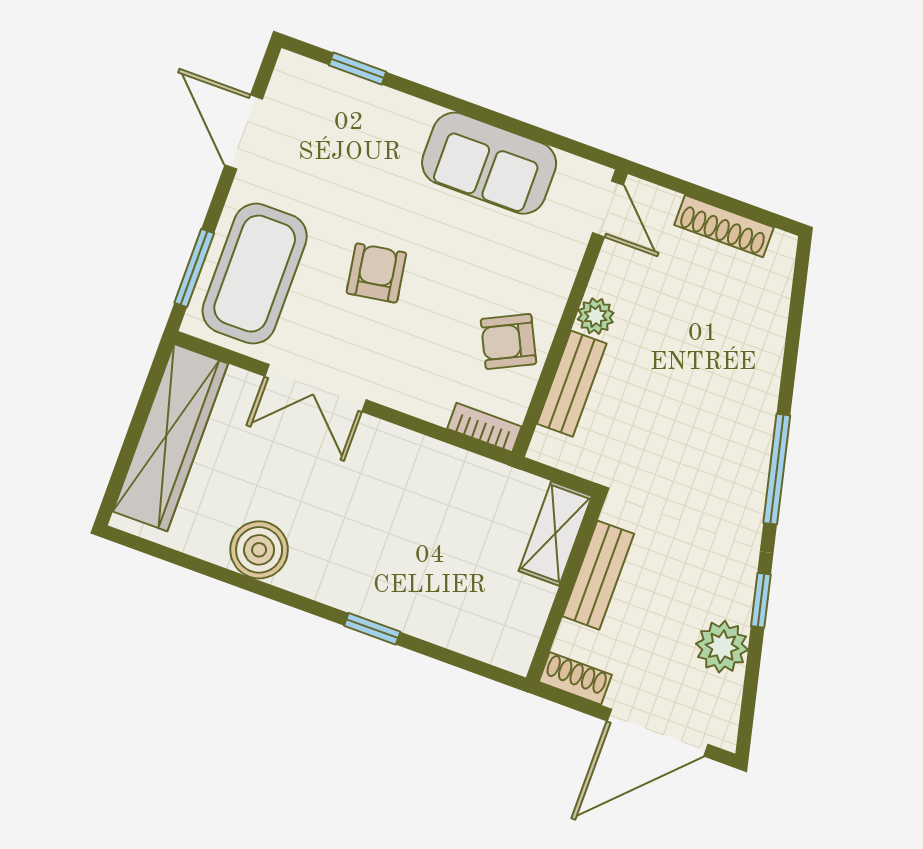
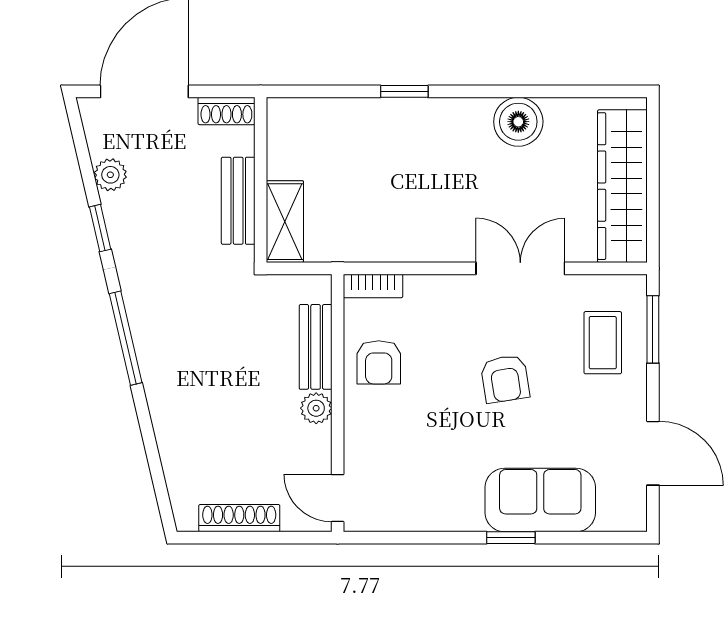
window: (357, 69) -> (511, 538), moved
sofa: (489, 163) -> (540, 500), moved
coffee table: (255, 274) -> (603, 343), width x0.54, depth x0.58
armchair: (508, 341) -> (379, 362), turned 116
plant: (722, 647) -> (110, 175), width x0.73, depth x0.73

